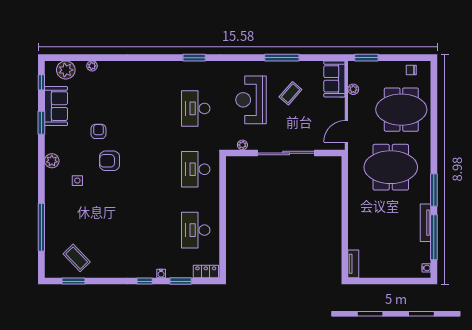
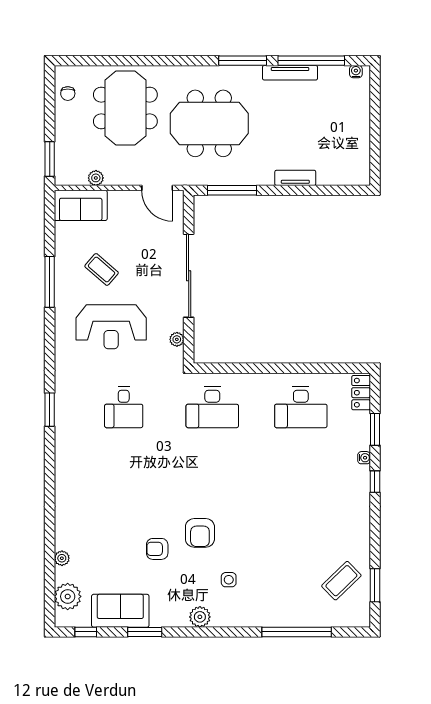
desk: (196, 108) -> (124, 407), width x0.73
meeting table: (391, 167) -> (209, 123), turned 90
window: (345, 183) -> (232, 190), added
tv unit: (353, 264) -> (295, 178), moved

